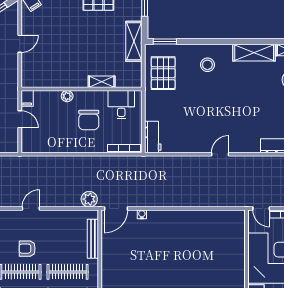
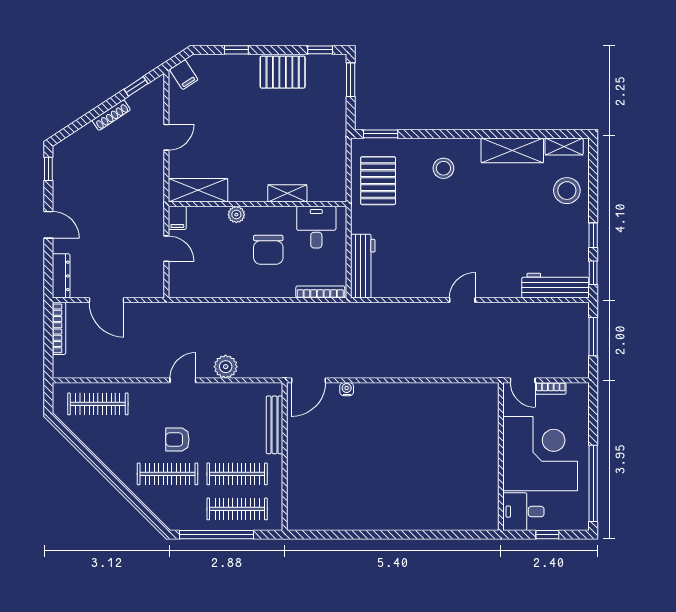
shelving: (134, 41) -> (198, 190), moved, turned 90
workbench: (153, 137) -> (363, 266), width x1.38
plant: (89, 199) -> (226, 367), moved

